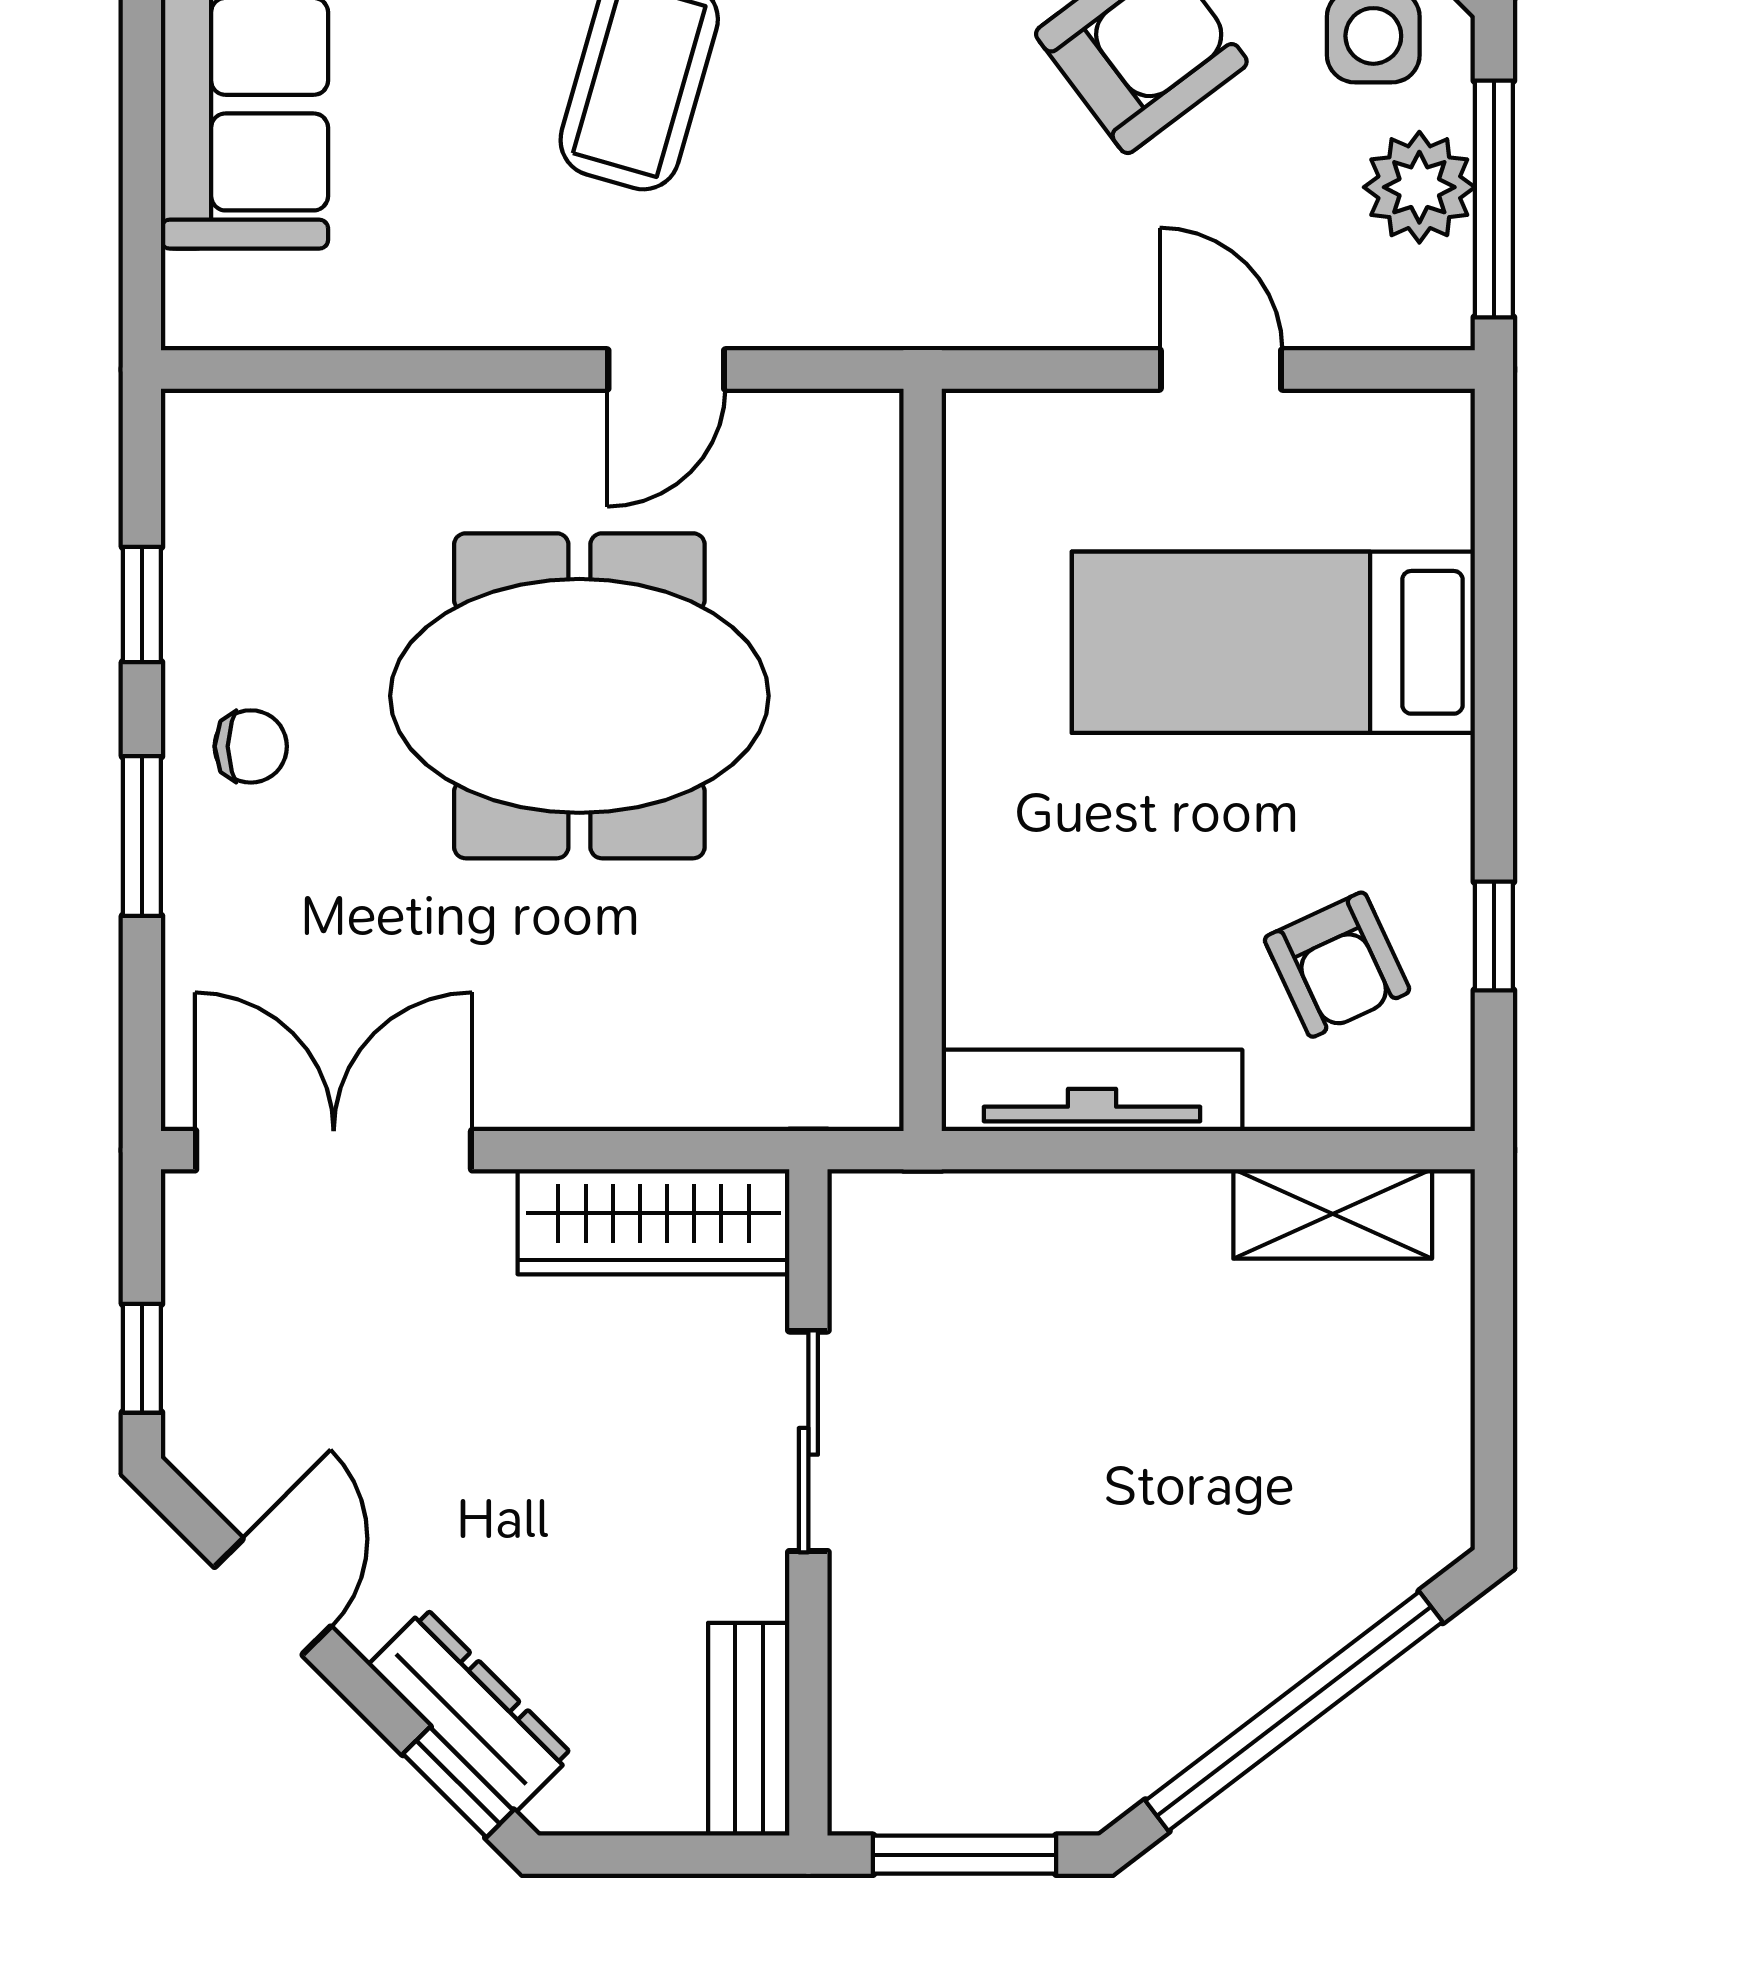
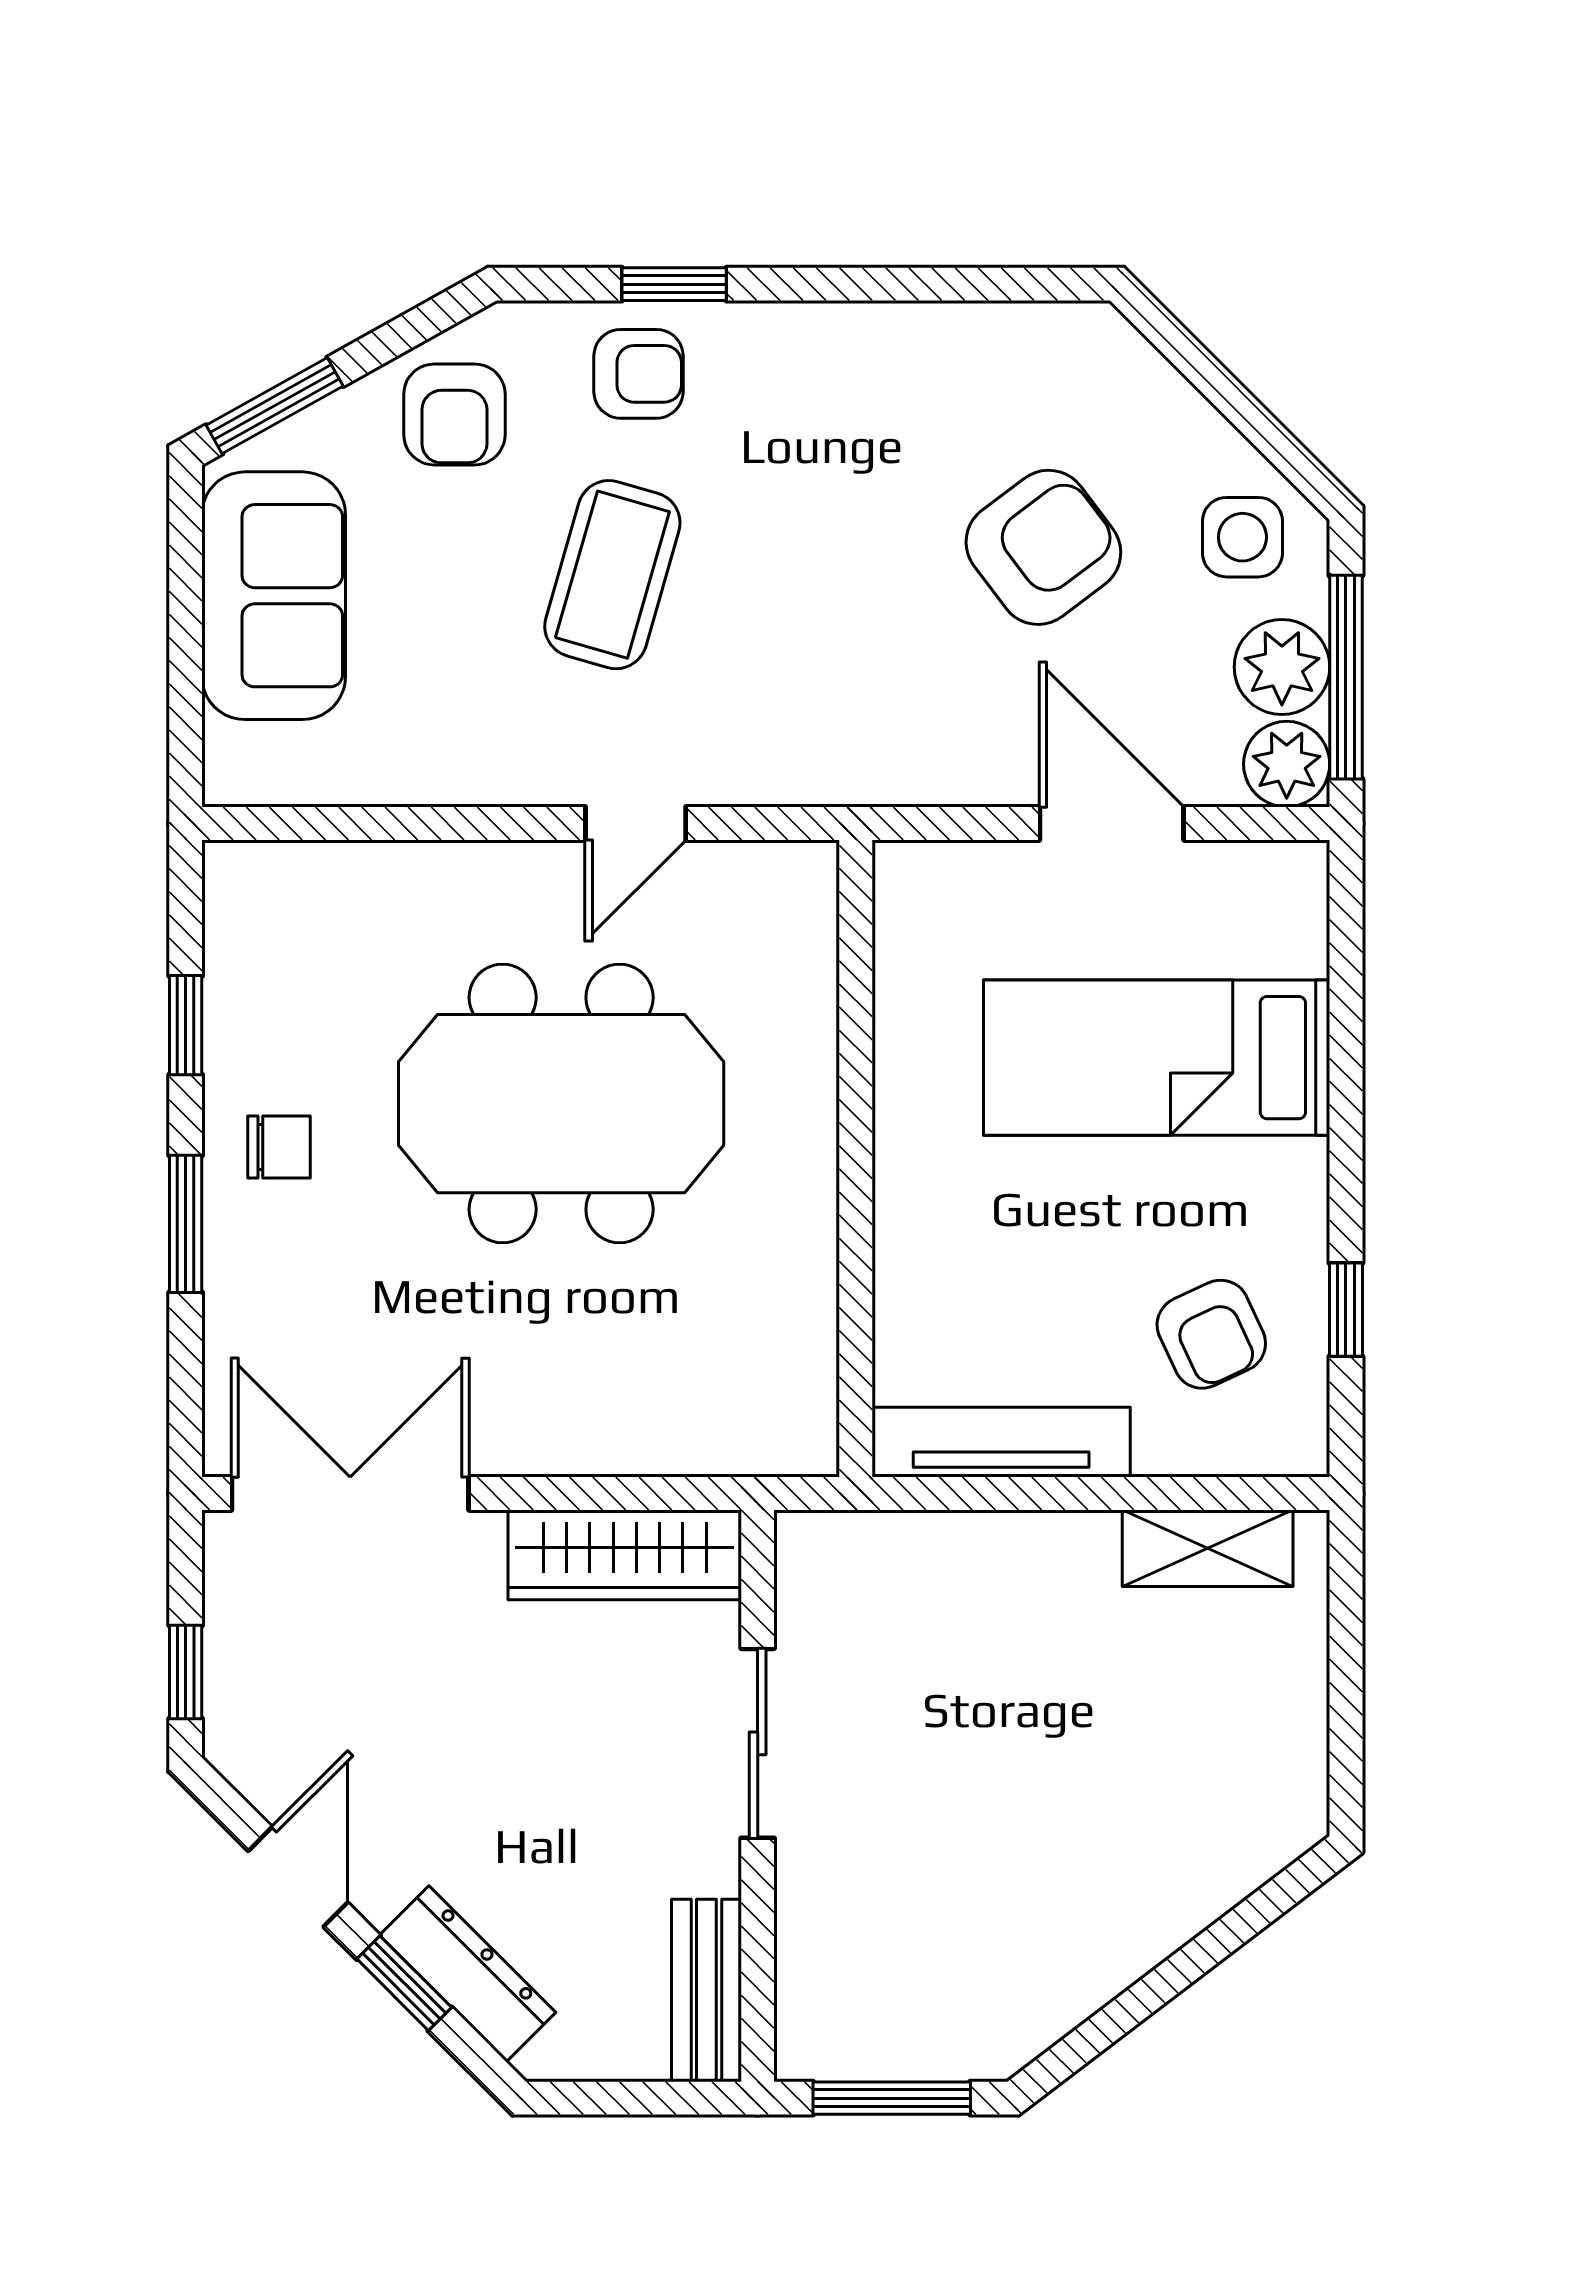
plant: (1425, 300) -> (1287, 764), added
door: (1221, 369) -> (1112, 823), width x1.38
window: (1294, 1711) -> (1174, 1975), removed
window: (458, 1782) -> (404, 1983), moved

